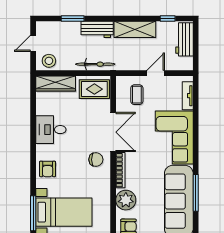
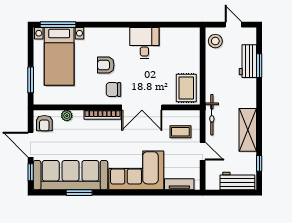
workbench: (97, 29) -> (248, 61), moved
bicycle: (95, 64) -> (212, 115), moved
wardrobe: (56, 83) -> (192, 48), removed
chair: (96, 160) -> (113, 90), turned 90
armchair: (48, 169) -> (106, 65), moved
window: (196, 193) -> (79, 193), width x0.69
plant: (126, 200) -> (67, 116), width x0.53, depth x0.53

